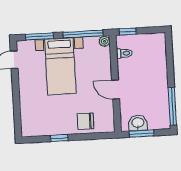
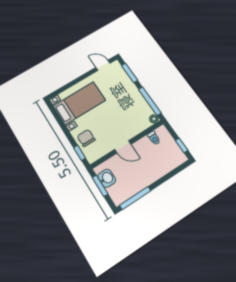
window: (128, 32) -> (182, 145), moved
bed with nightstands: (60, 66) -> (79, 103), moved, turned 180
door: (116, 90) -> (123, 147), swing flipped
window: (59, 138) -> (80, 153), moved

